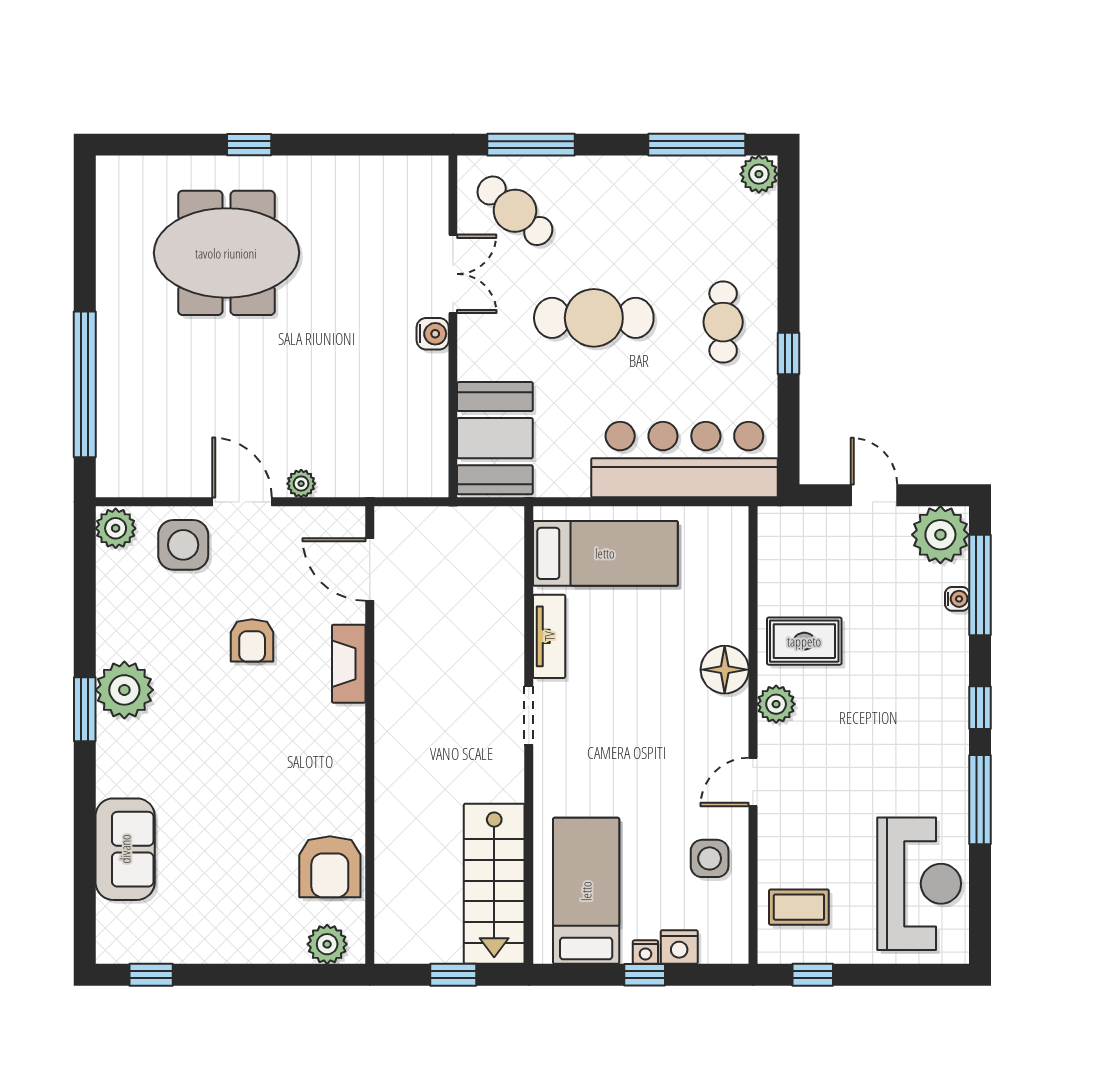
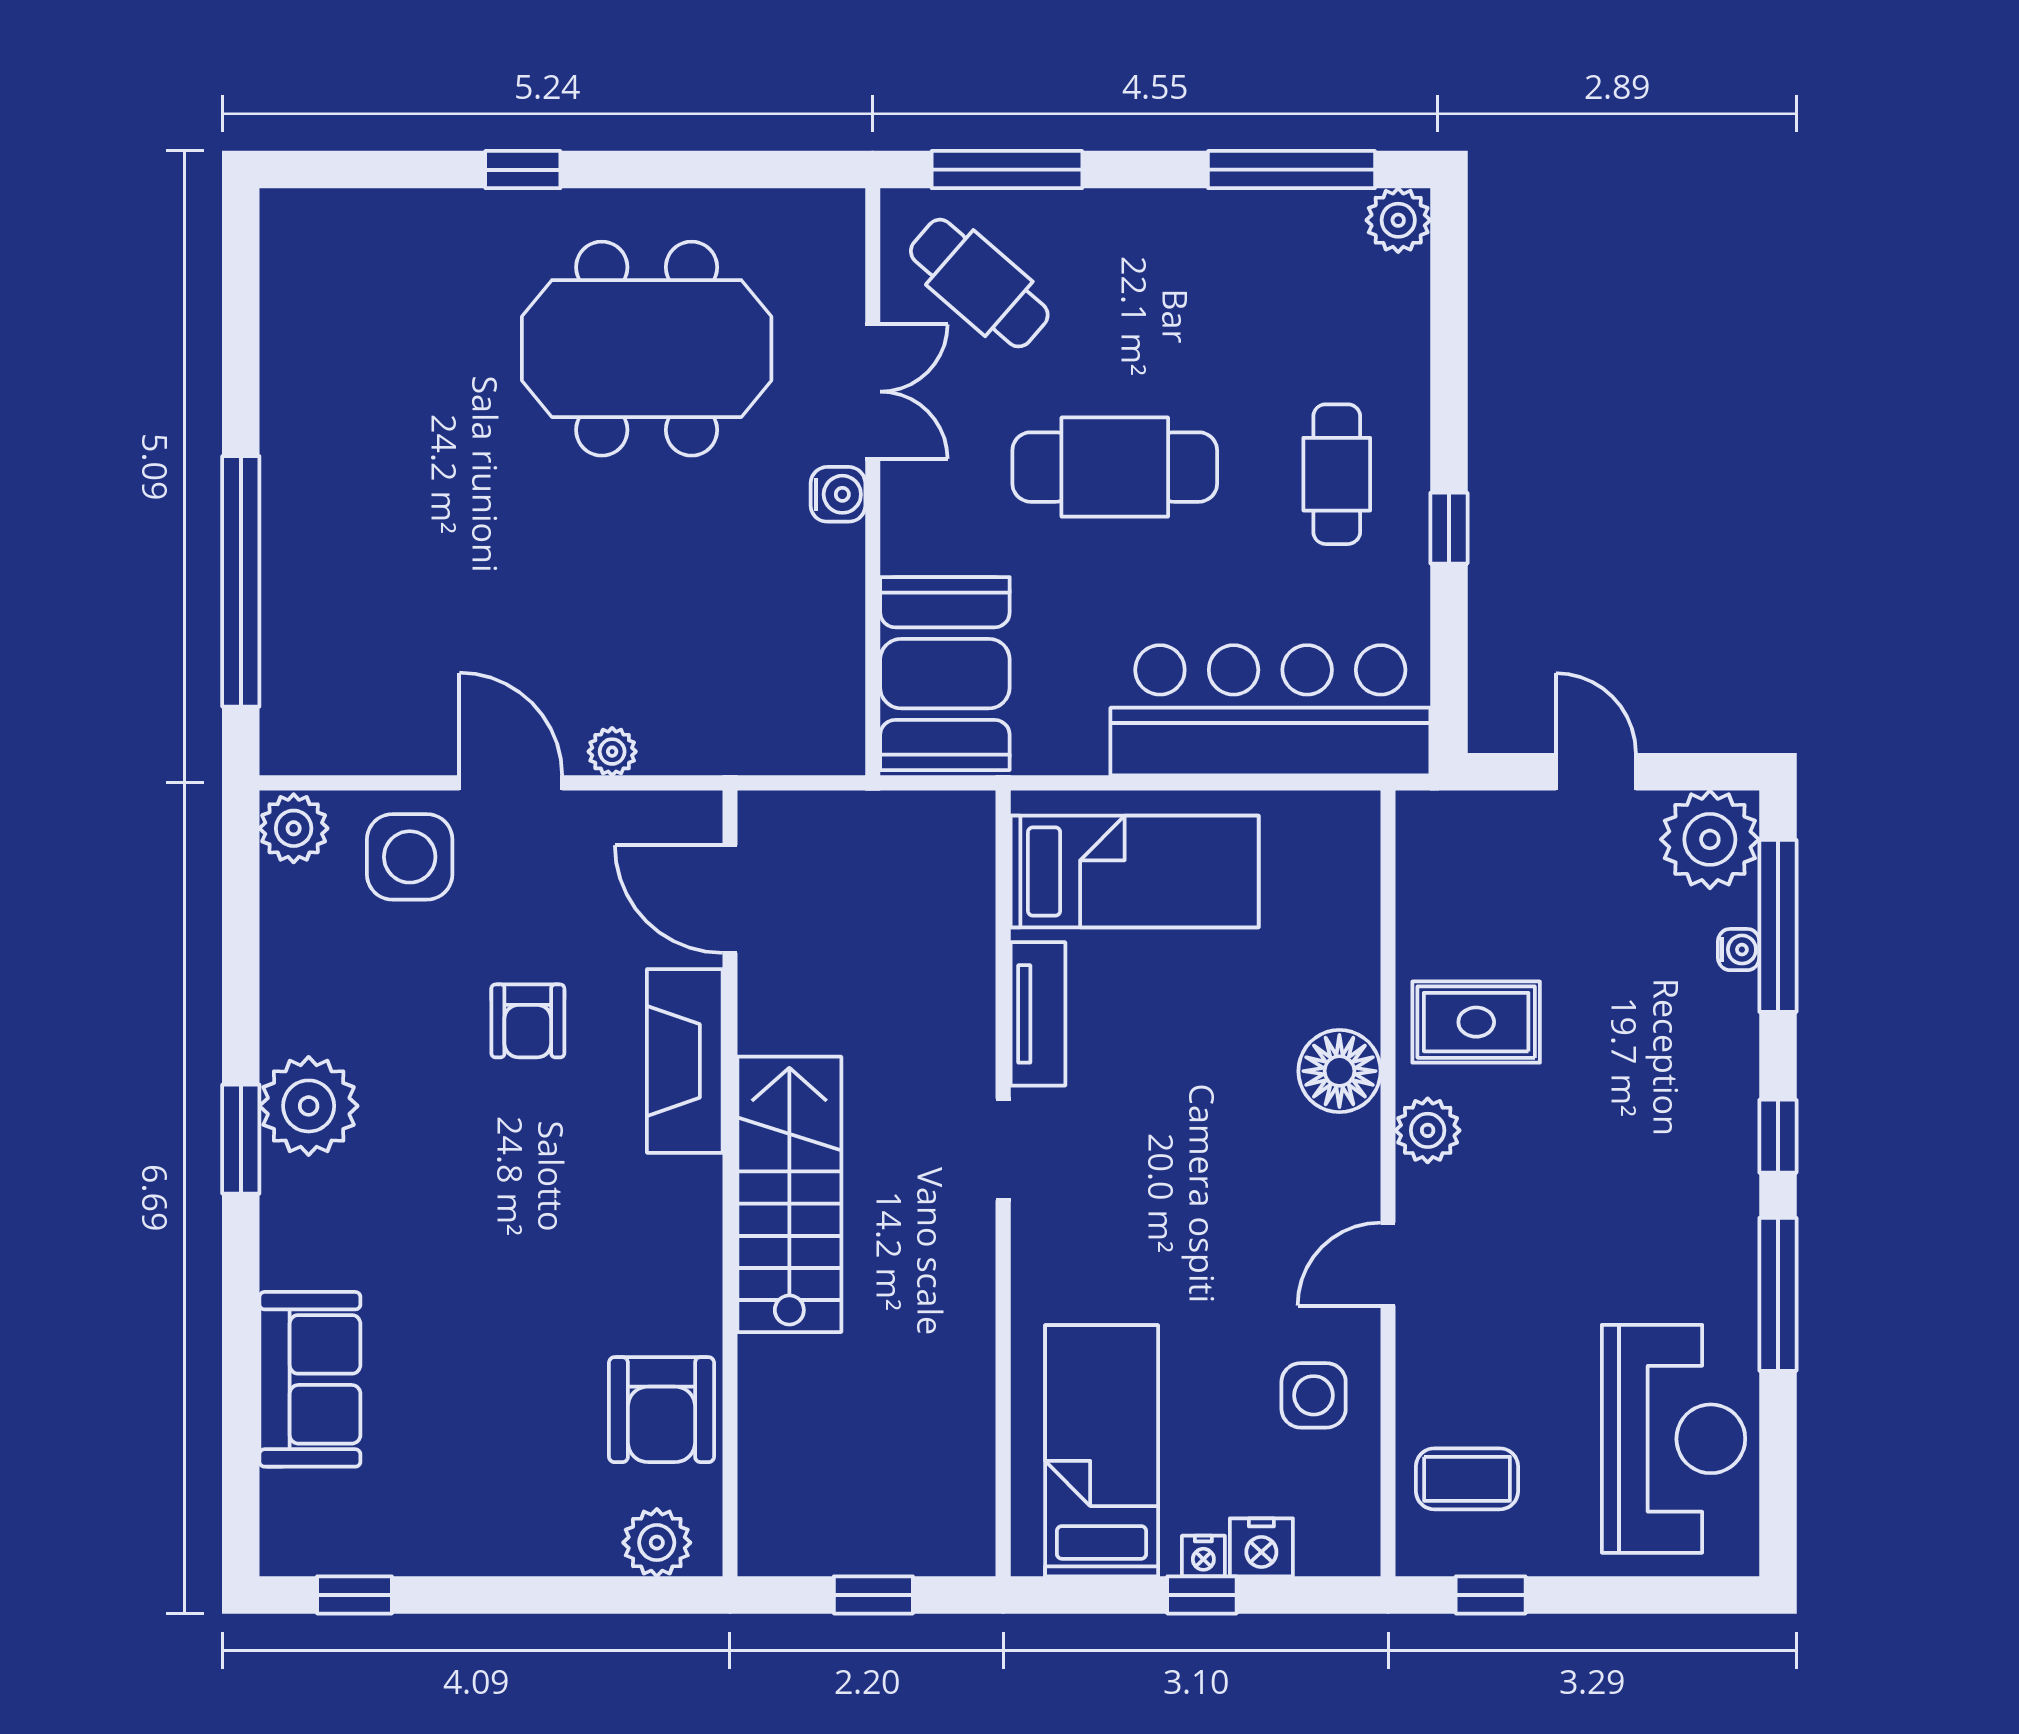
meeting table: (226, 253) -> (647, 349), moved
fireplace: (349, 664) -> (685, 1061), width x1.37, depth x1.32
stairs: (494, 884) -> (789, 1194), moved, turned 180

